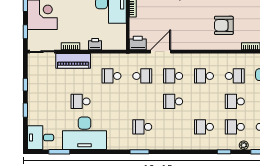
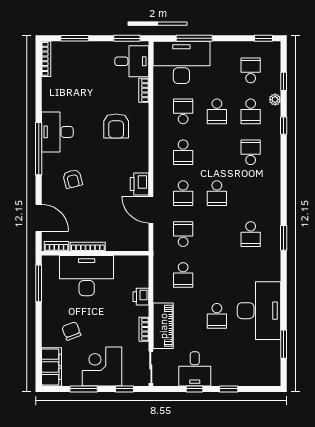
printer: (138, 43) -> (139, 184), moved
school desk: (204, 127) -> (251, 152), turned 180
desk: (41, 138) -> (195, 369), moved

